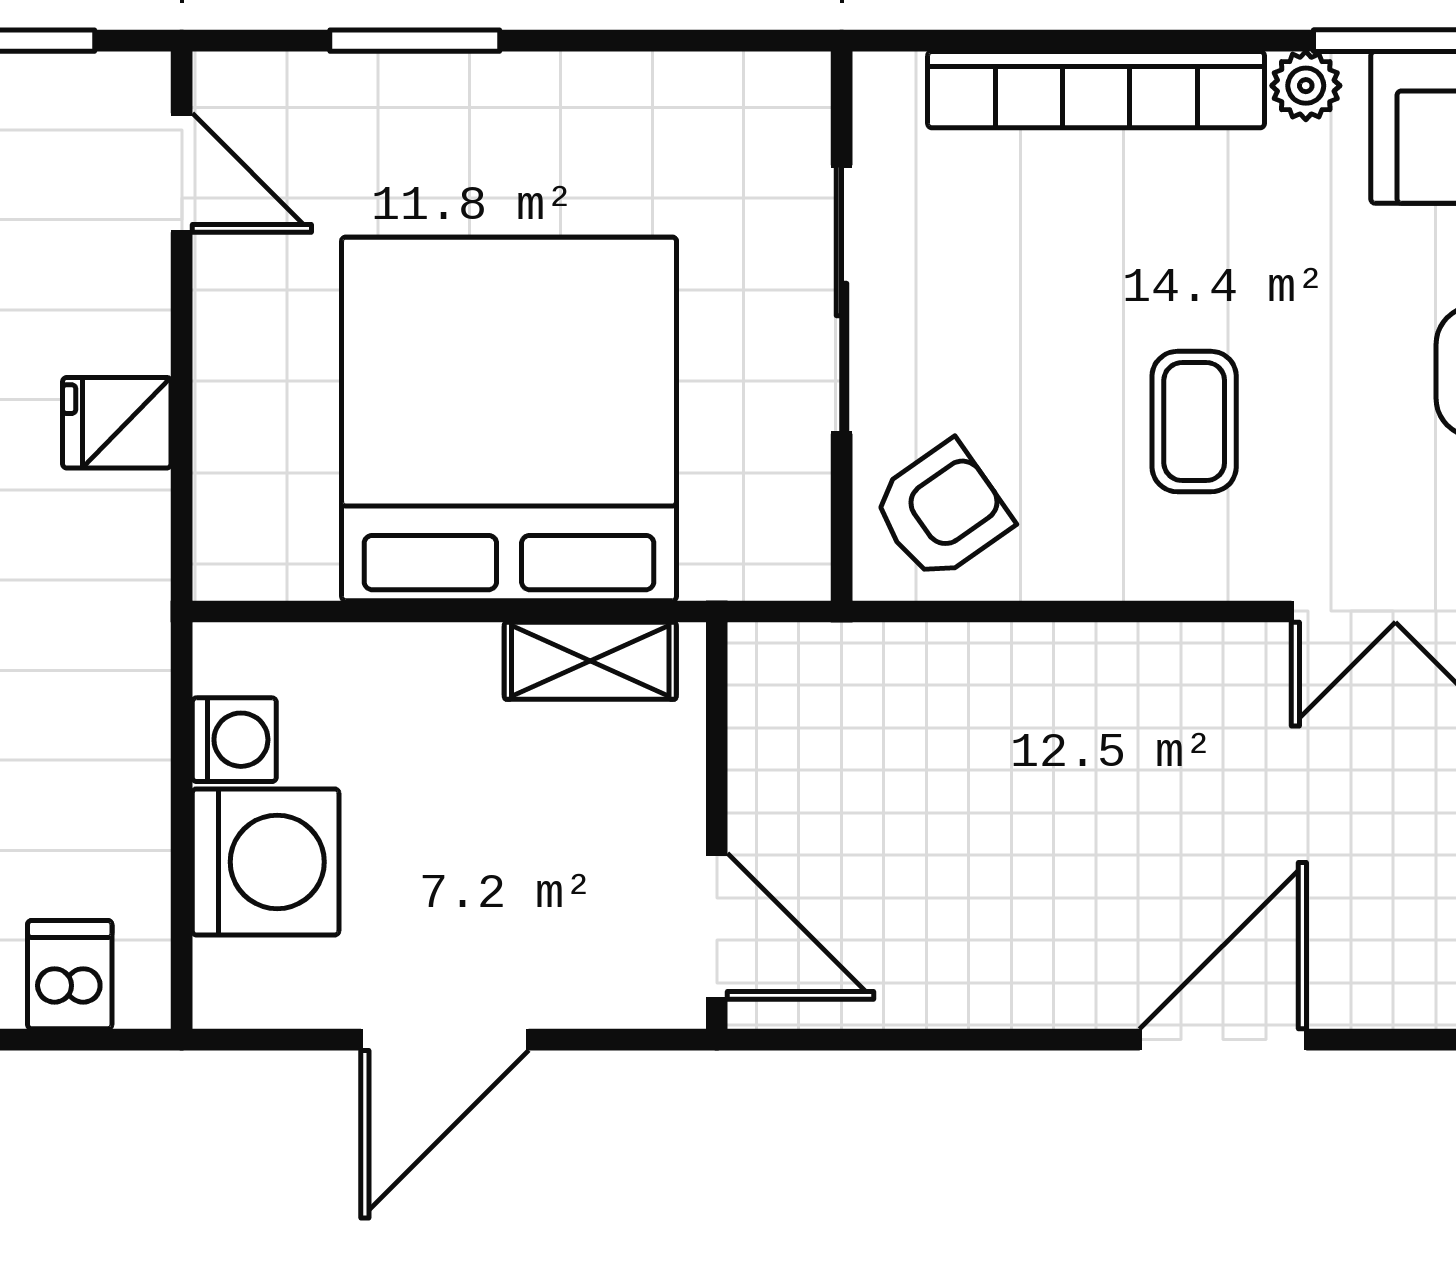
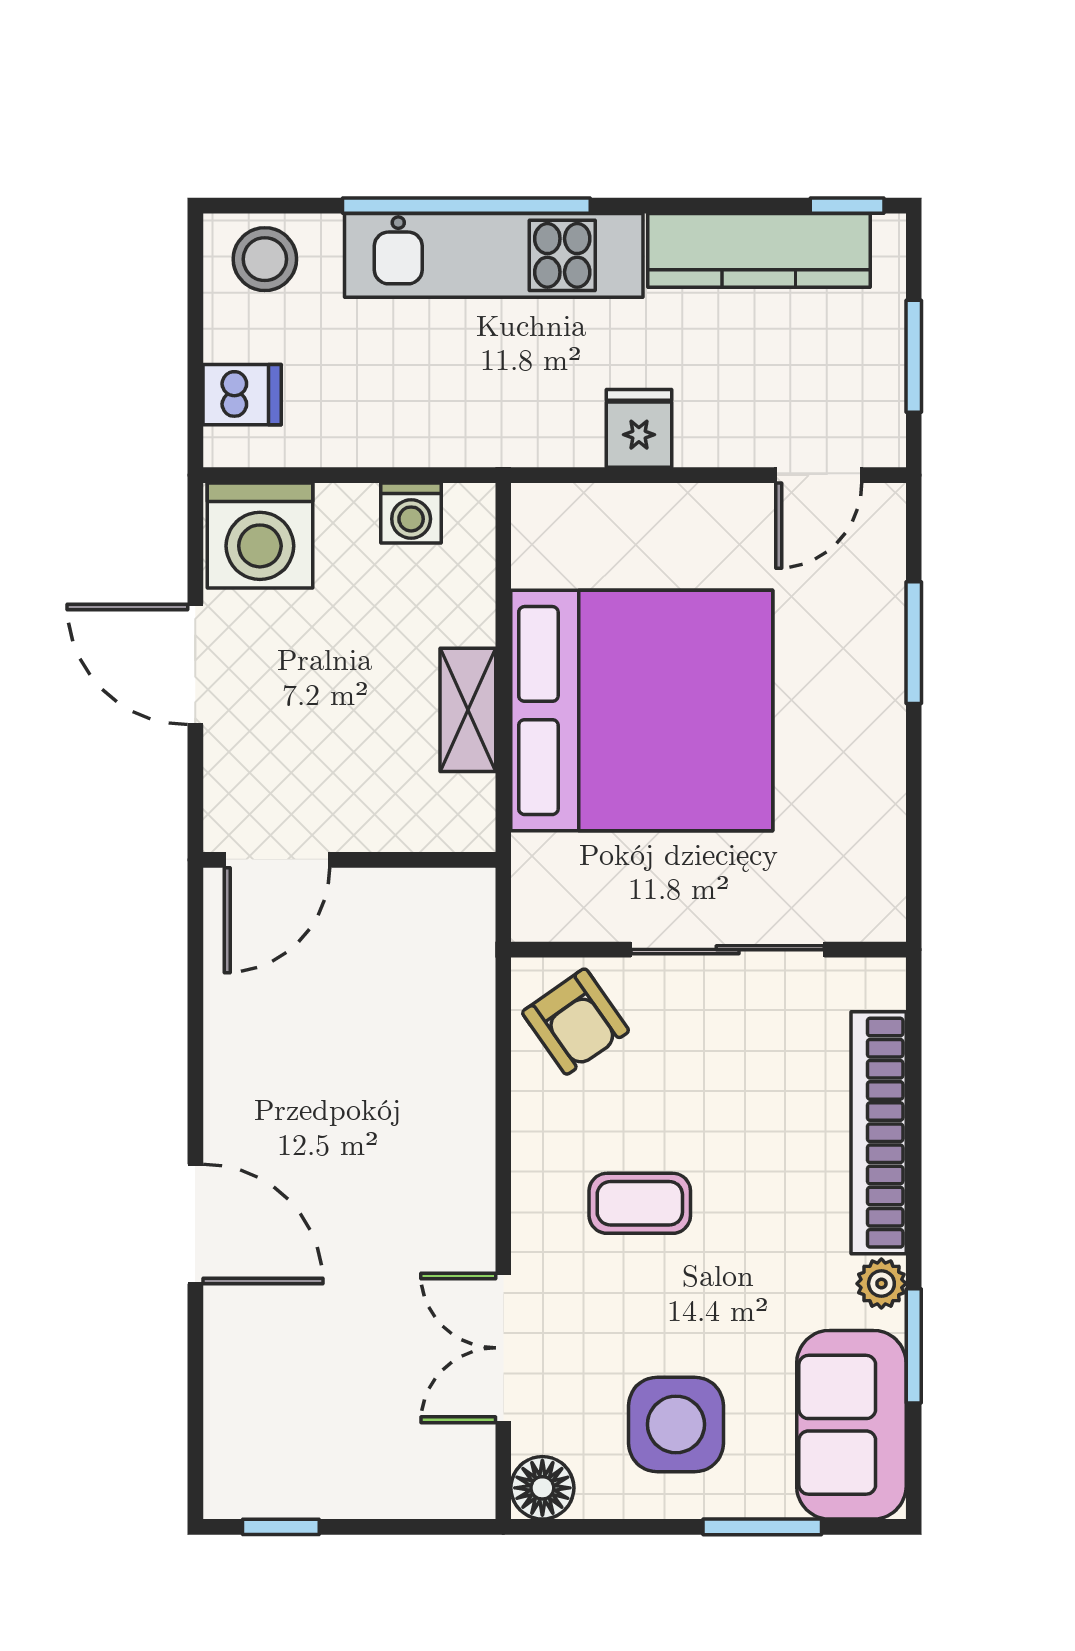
shelving: (590, 661) -> (468, 710), moved
washing machine: (266, 862) -> (260, 535), moved

